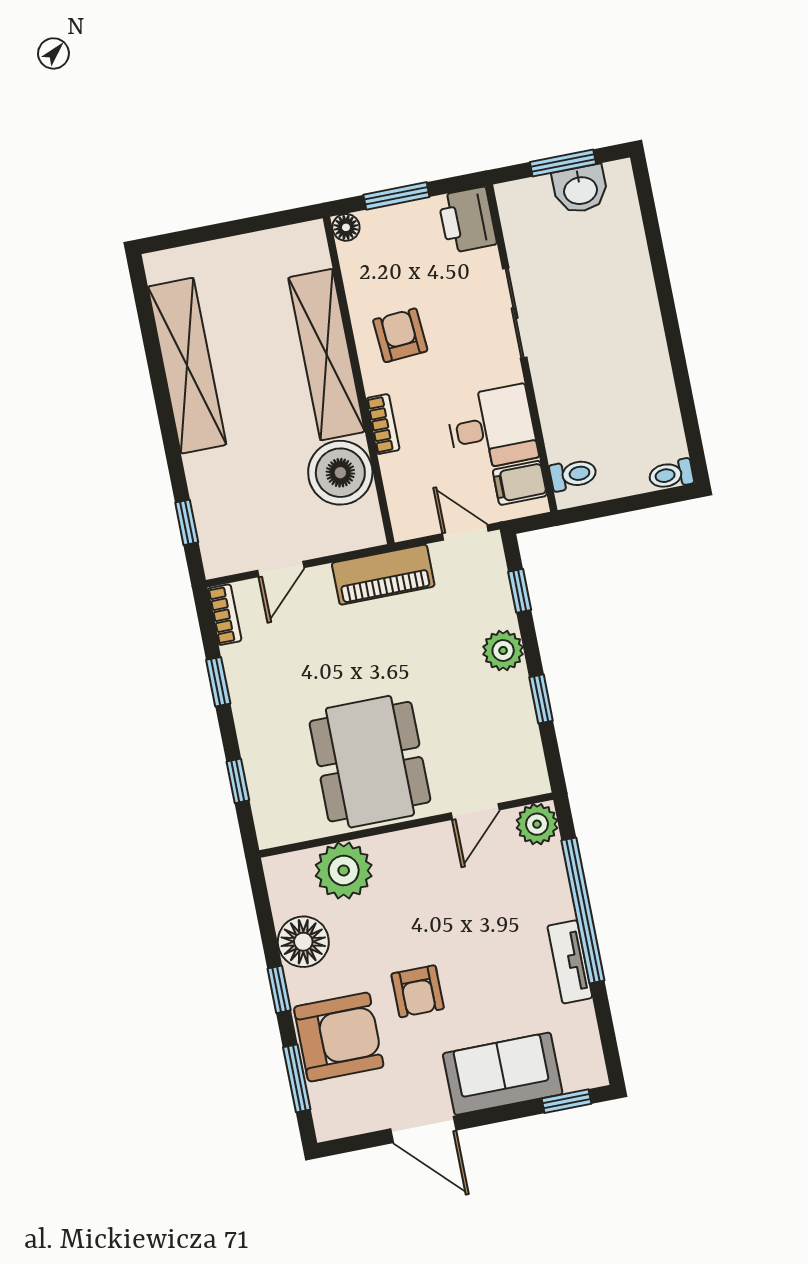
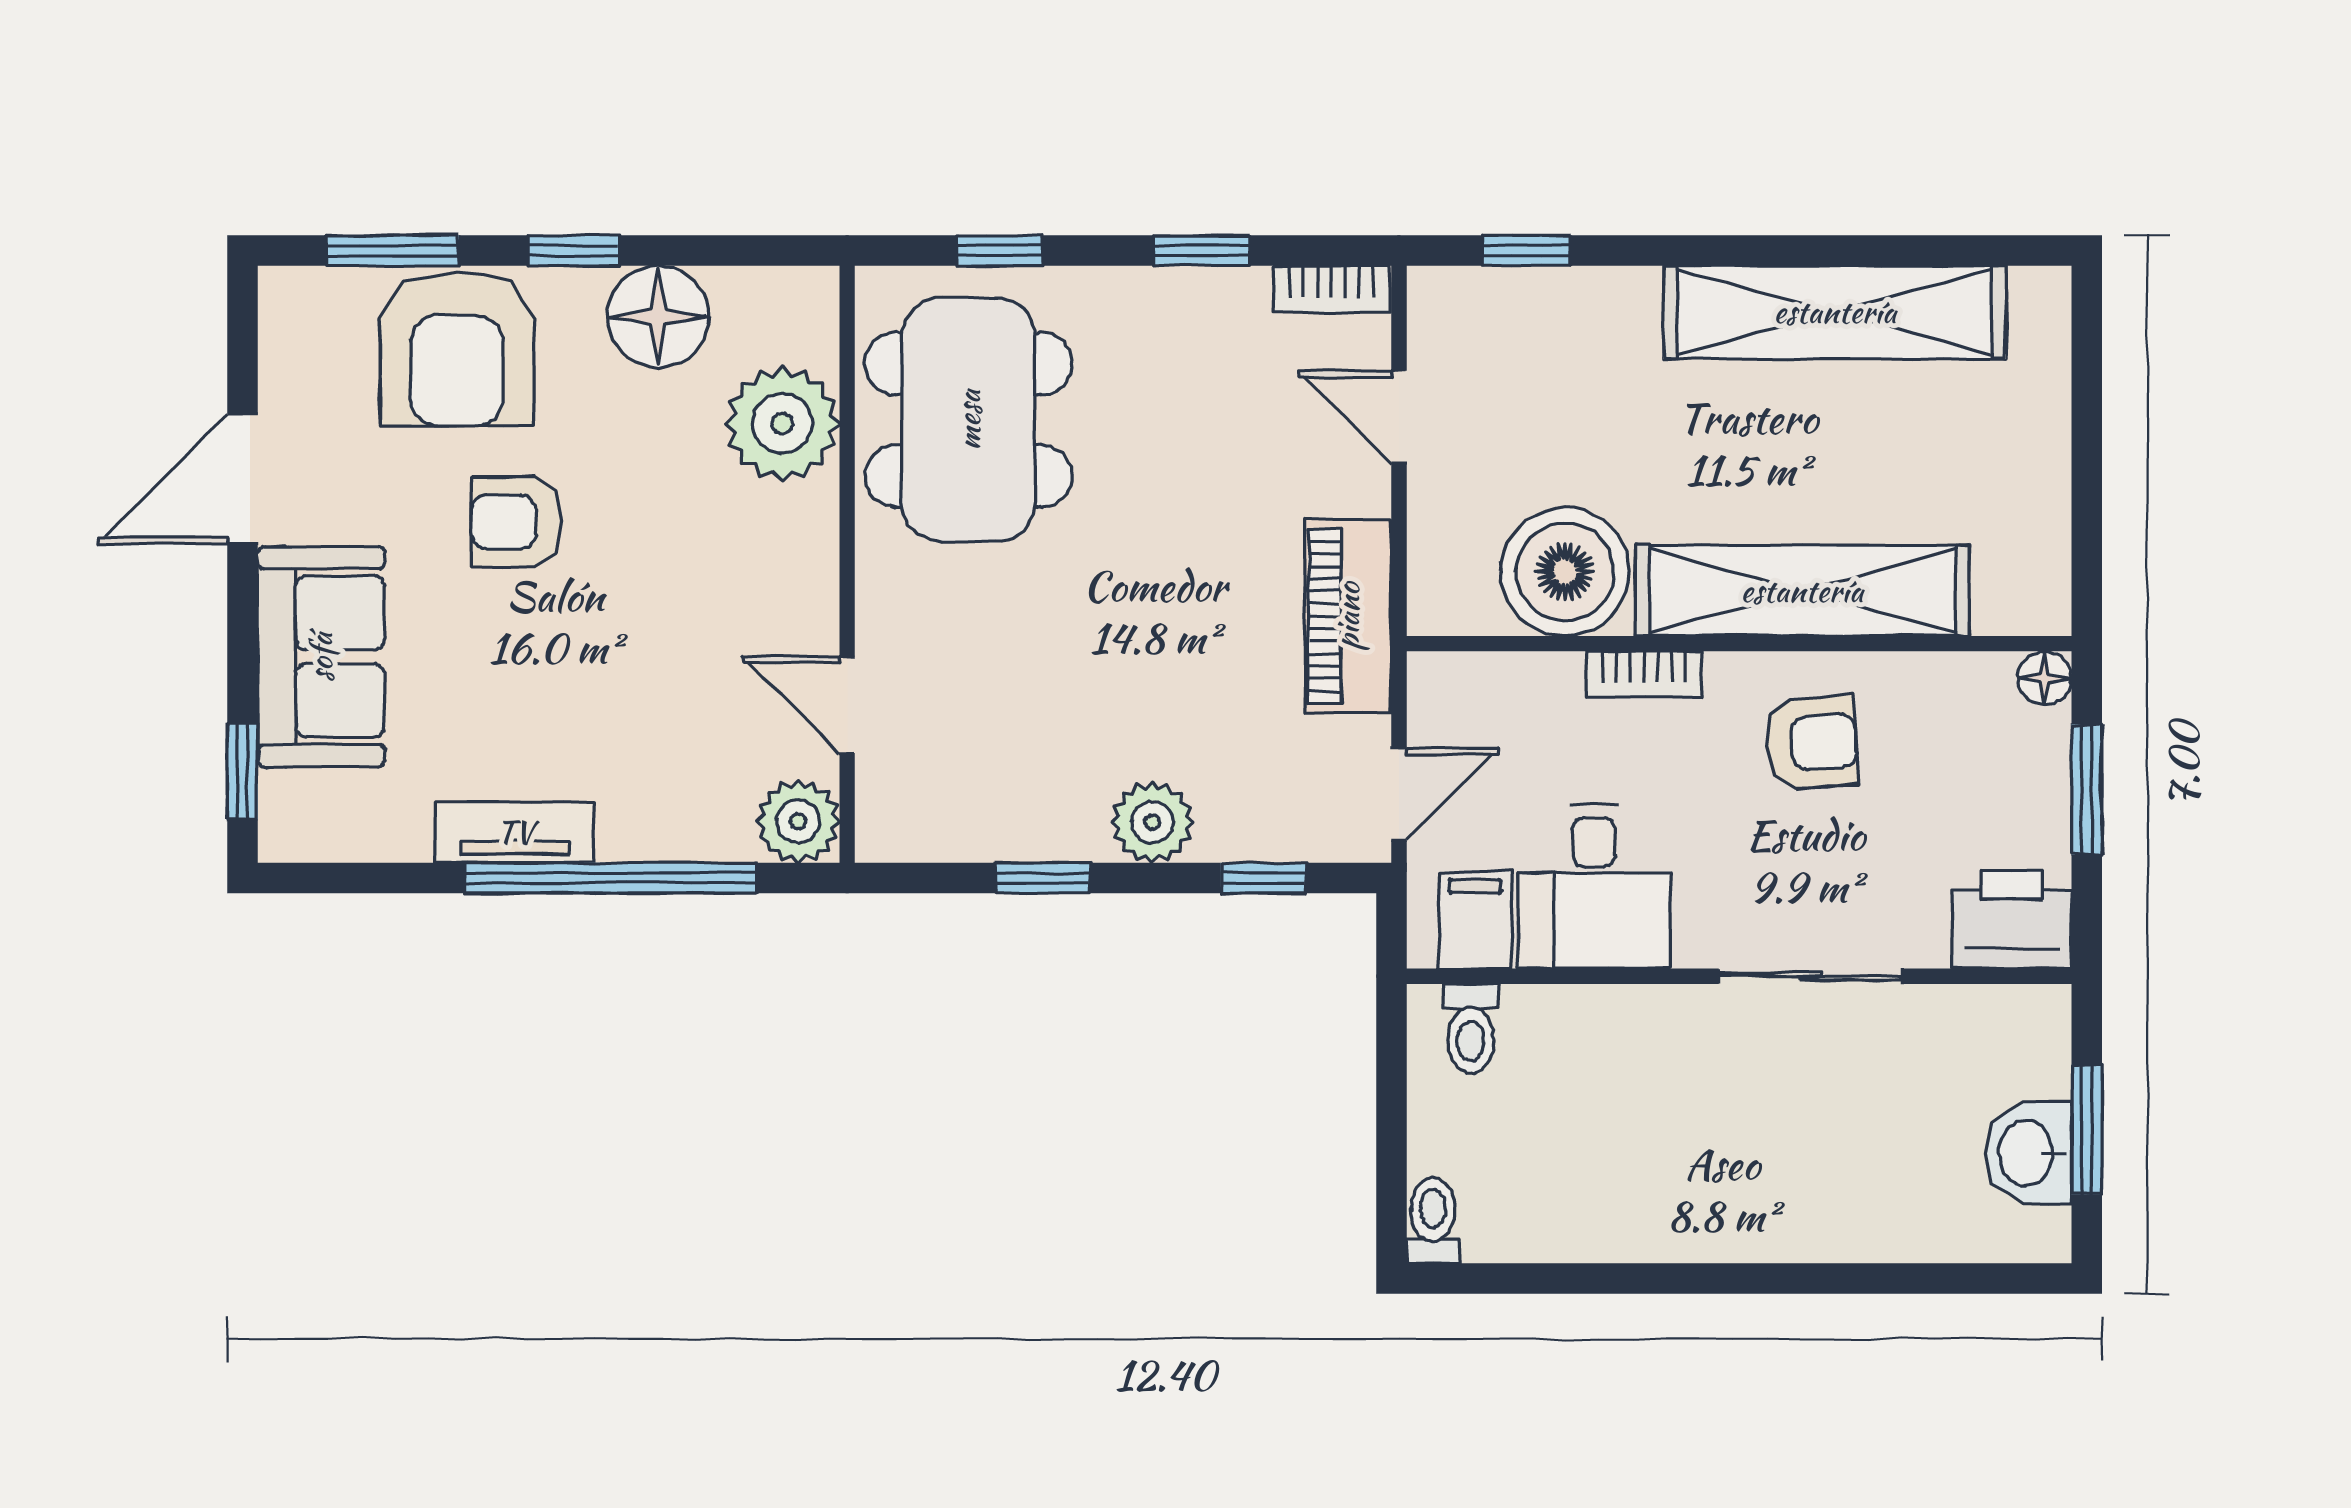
dining table: (370, 762) -> (969, 420), moved, turned 90

